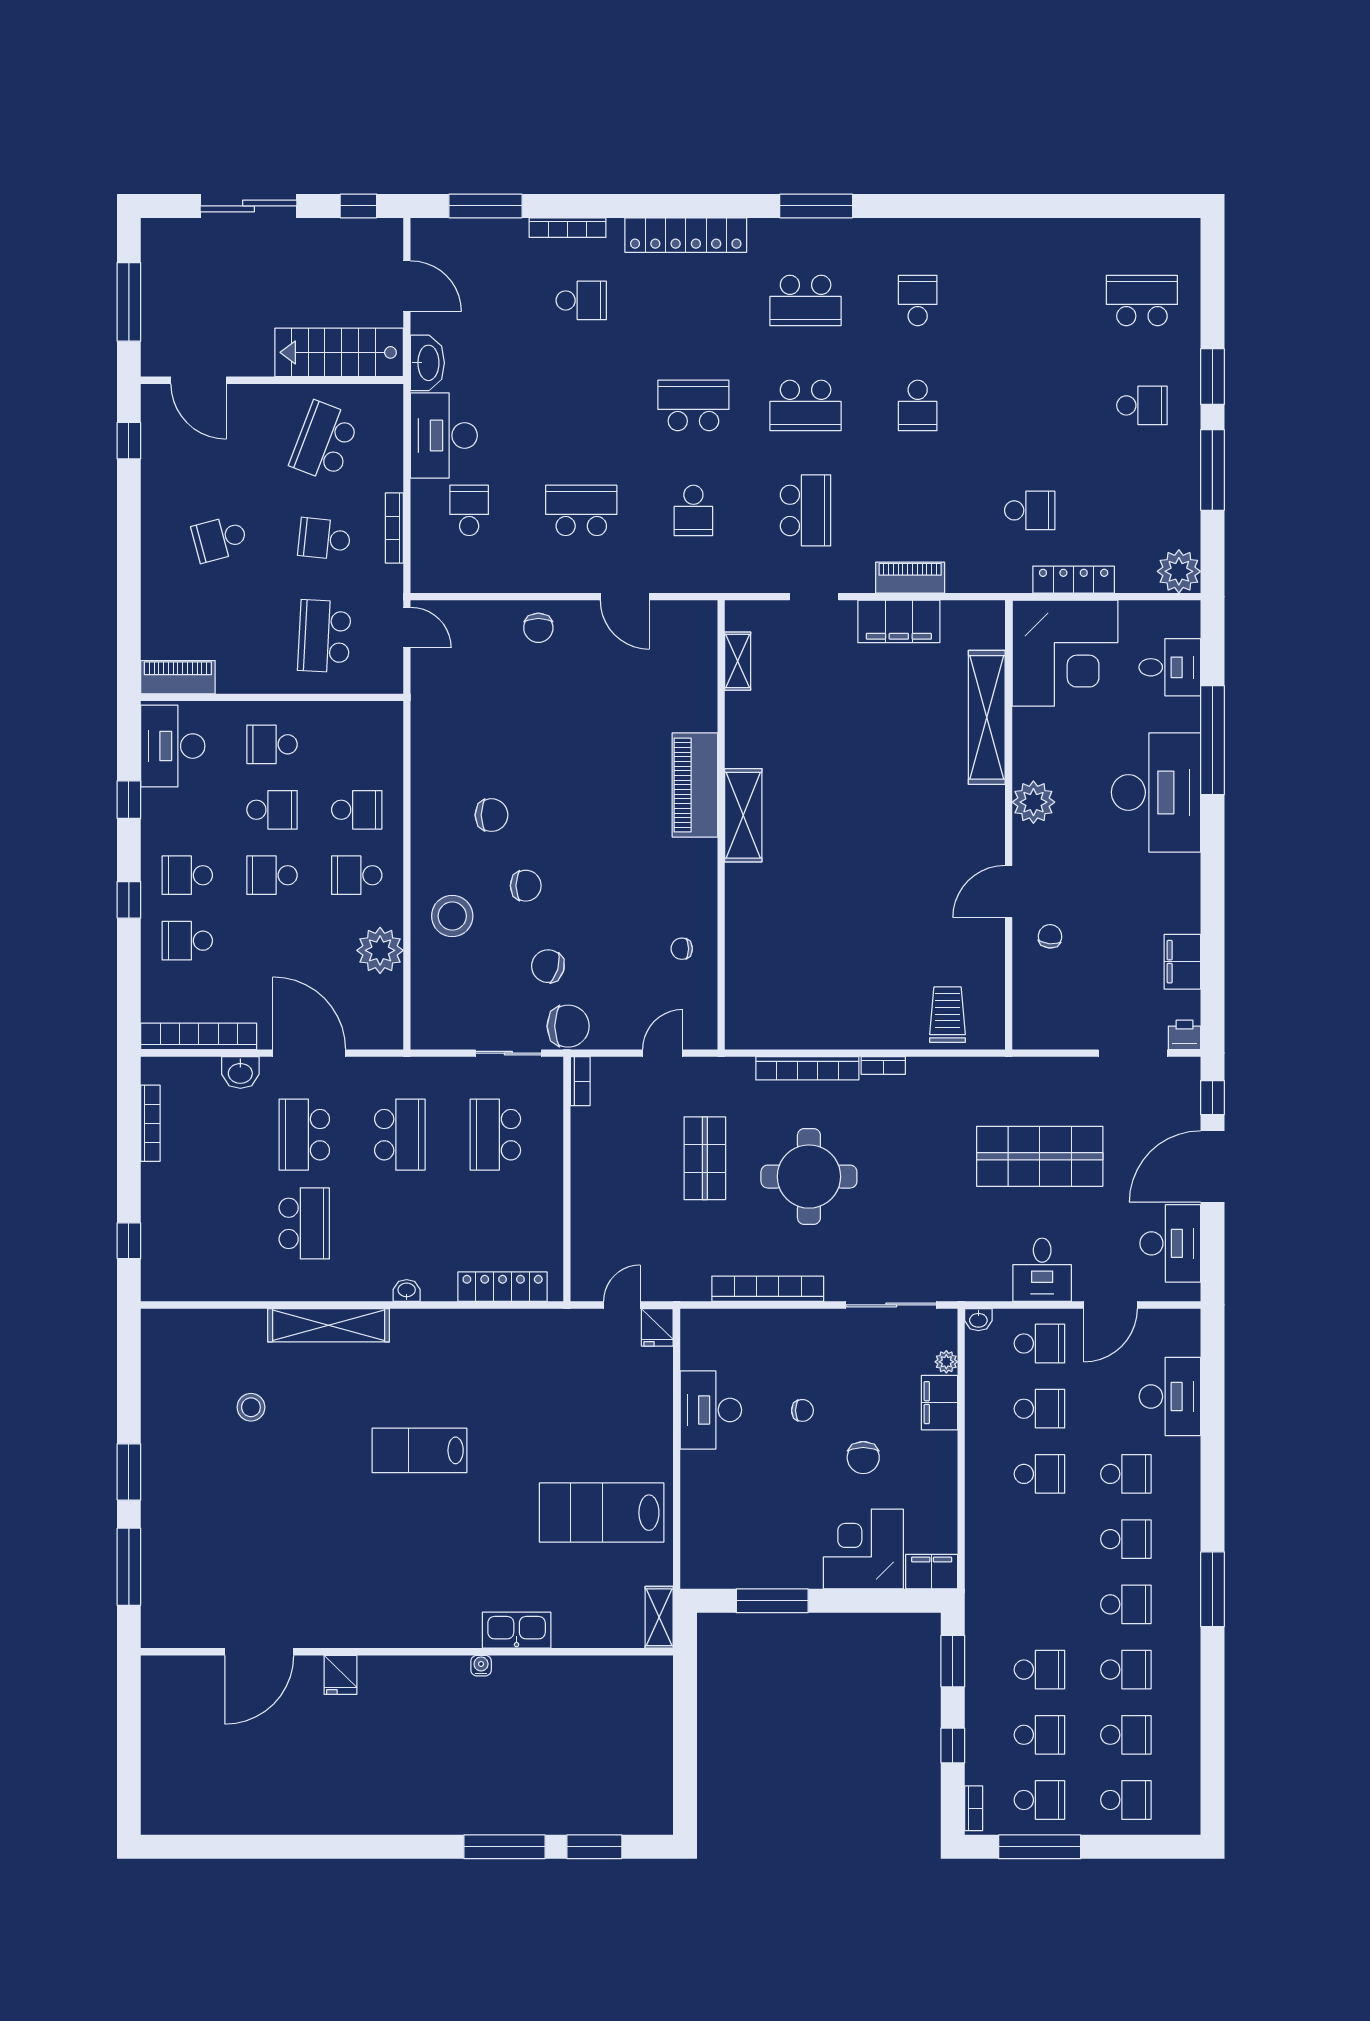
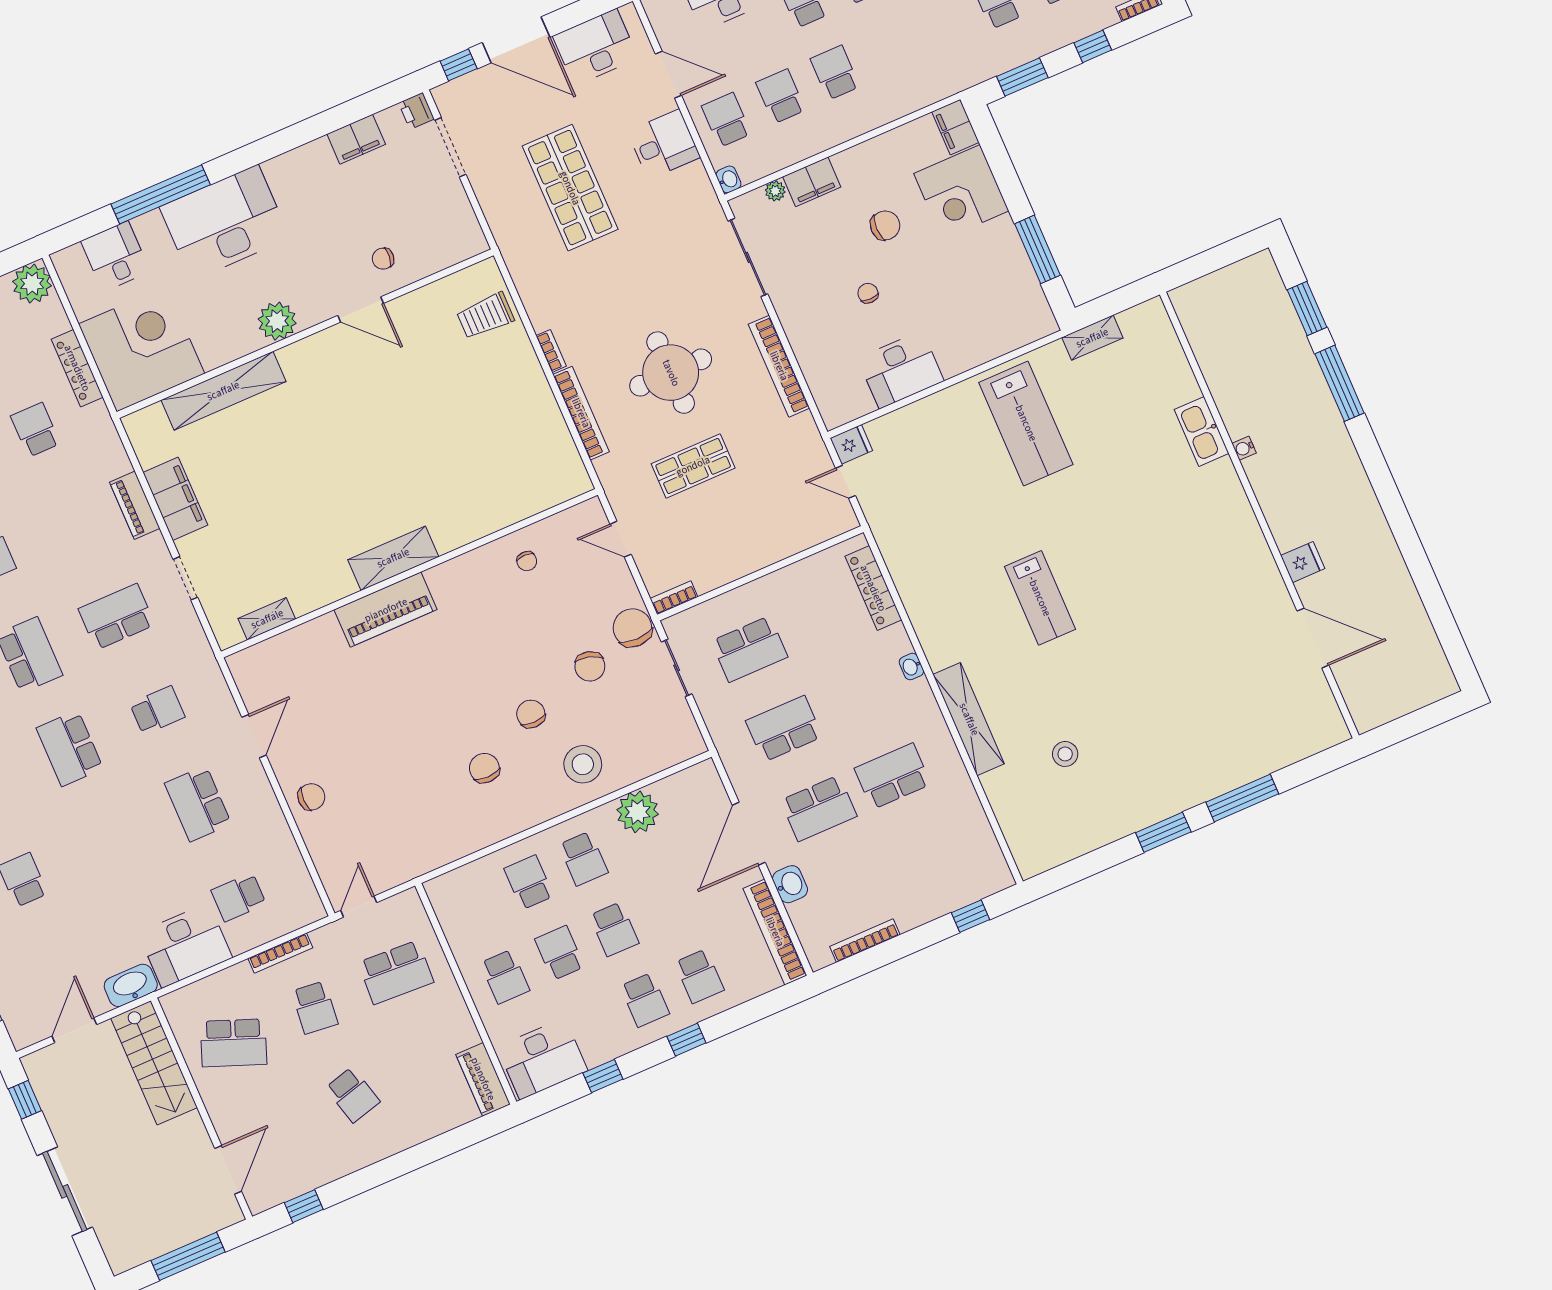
kitchen sink: (517, 1630) -> (1202, 431), moved
door: (259, 1652) -> (1313, 638), moved
wall: (407, 1652) -> (1259, 515), moved
water cooler: (481, 1666) -> (1244, 448), moved
fridge: (340, 1675) -> (1303, 562), moved

